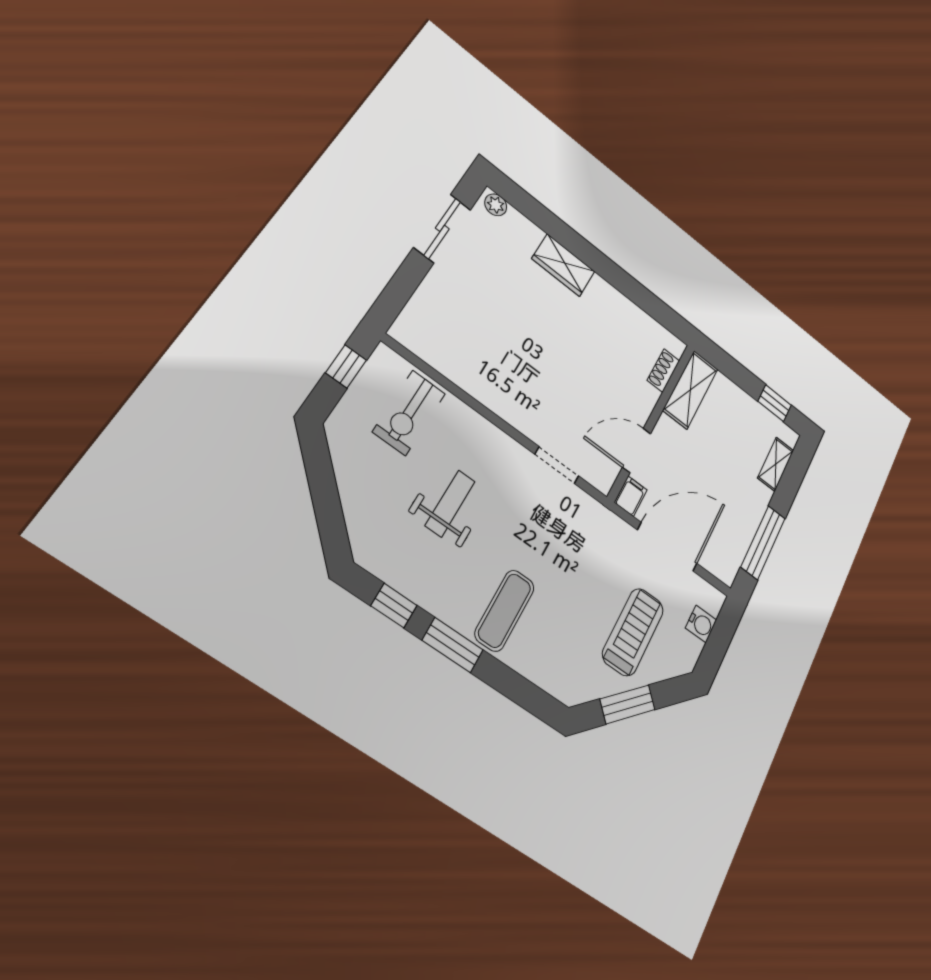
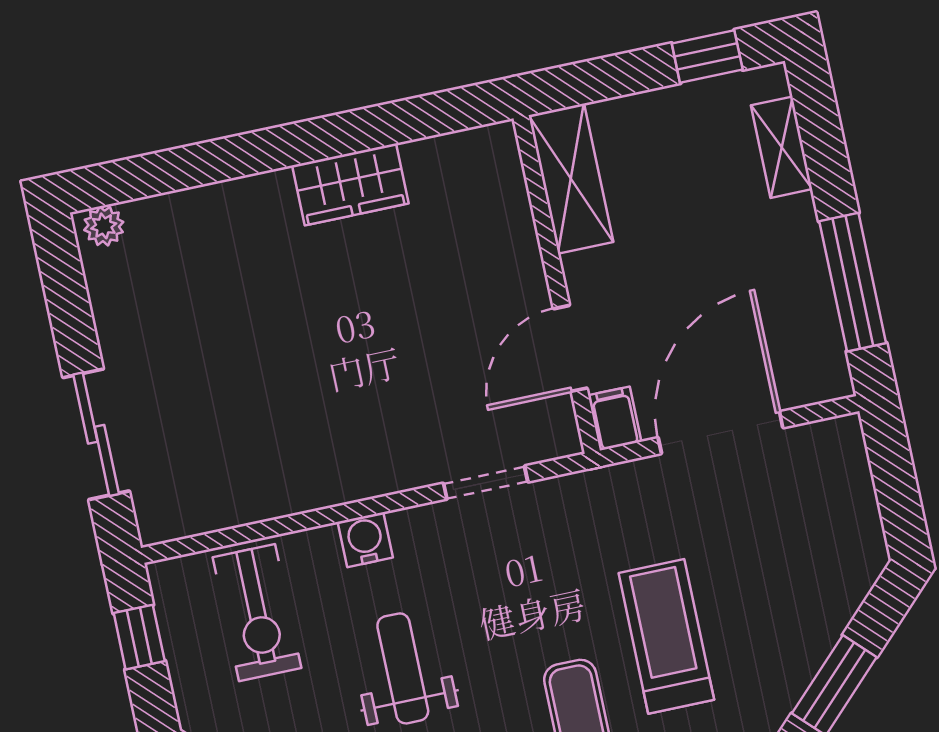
sliding door: (442, 228) -> (96, 434), moved
wardrobe: (563, 265) -> (350, 184), moved
shoe rack: (663, 371) -> (511, 195), removed
water cooler: (701, 624) -> (365, 540), moved, turned -90
treadmill: (633, 632) -> (666, 636), moved

